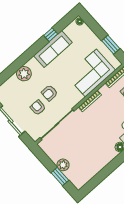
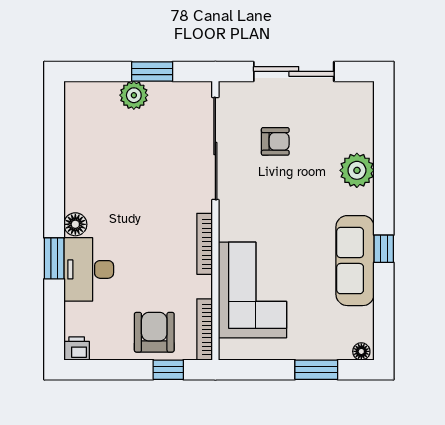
window: (51, 35) -> (384, 249), moved
window: (111, 45) -> (316, 370), moved
armchair: (50, 93) -> (283, 185), removed
window: (60, 177) -> (152, 71), moved

